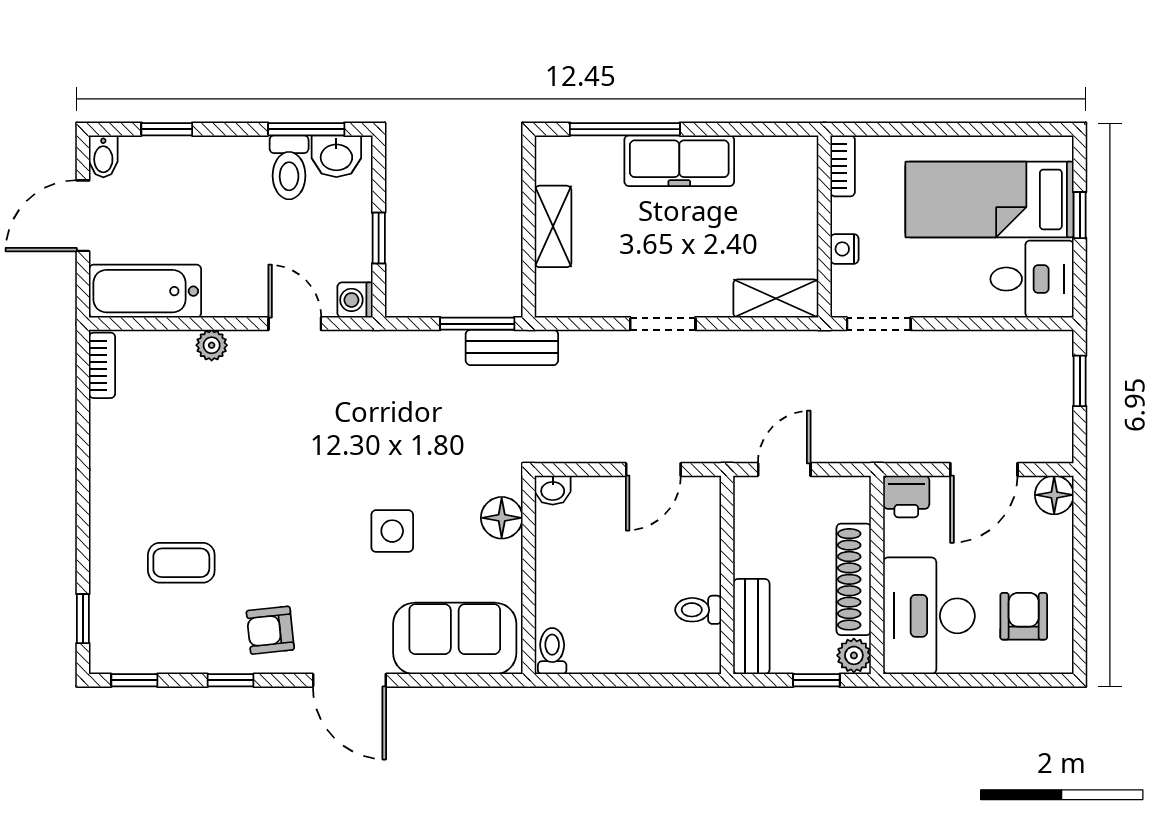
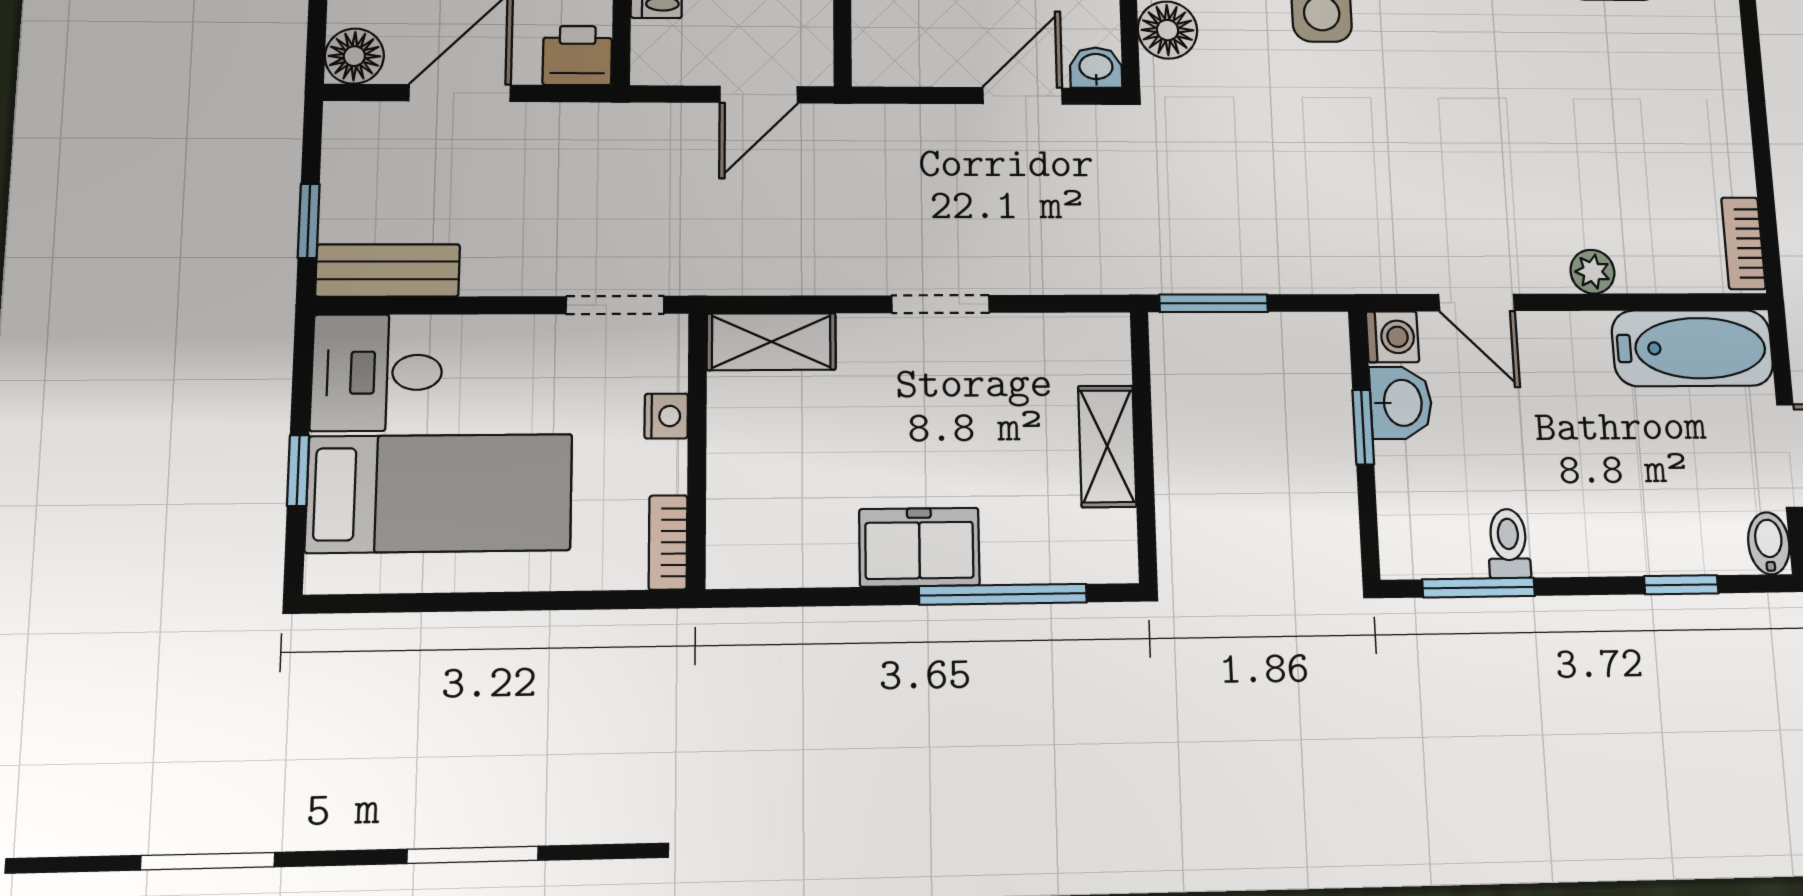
washbasin: (336, 156) -> (1401, 403), moved, turned 90
freezer: (679, 161) -> (919, 547), width x0.71
toilet: (289, 167) -> (1509, 544), width x0.73, depth x0.72
bench: (512, 347) -> (388, 270), moved
door: (653, 470) -> (1023, 96), moved

